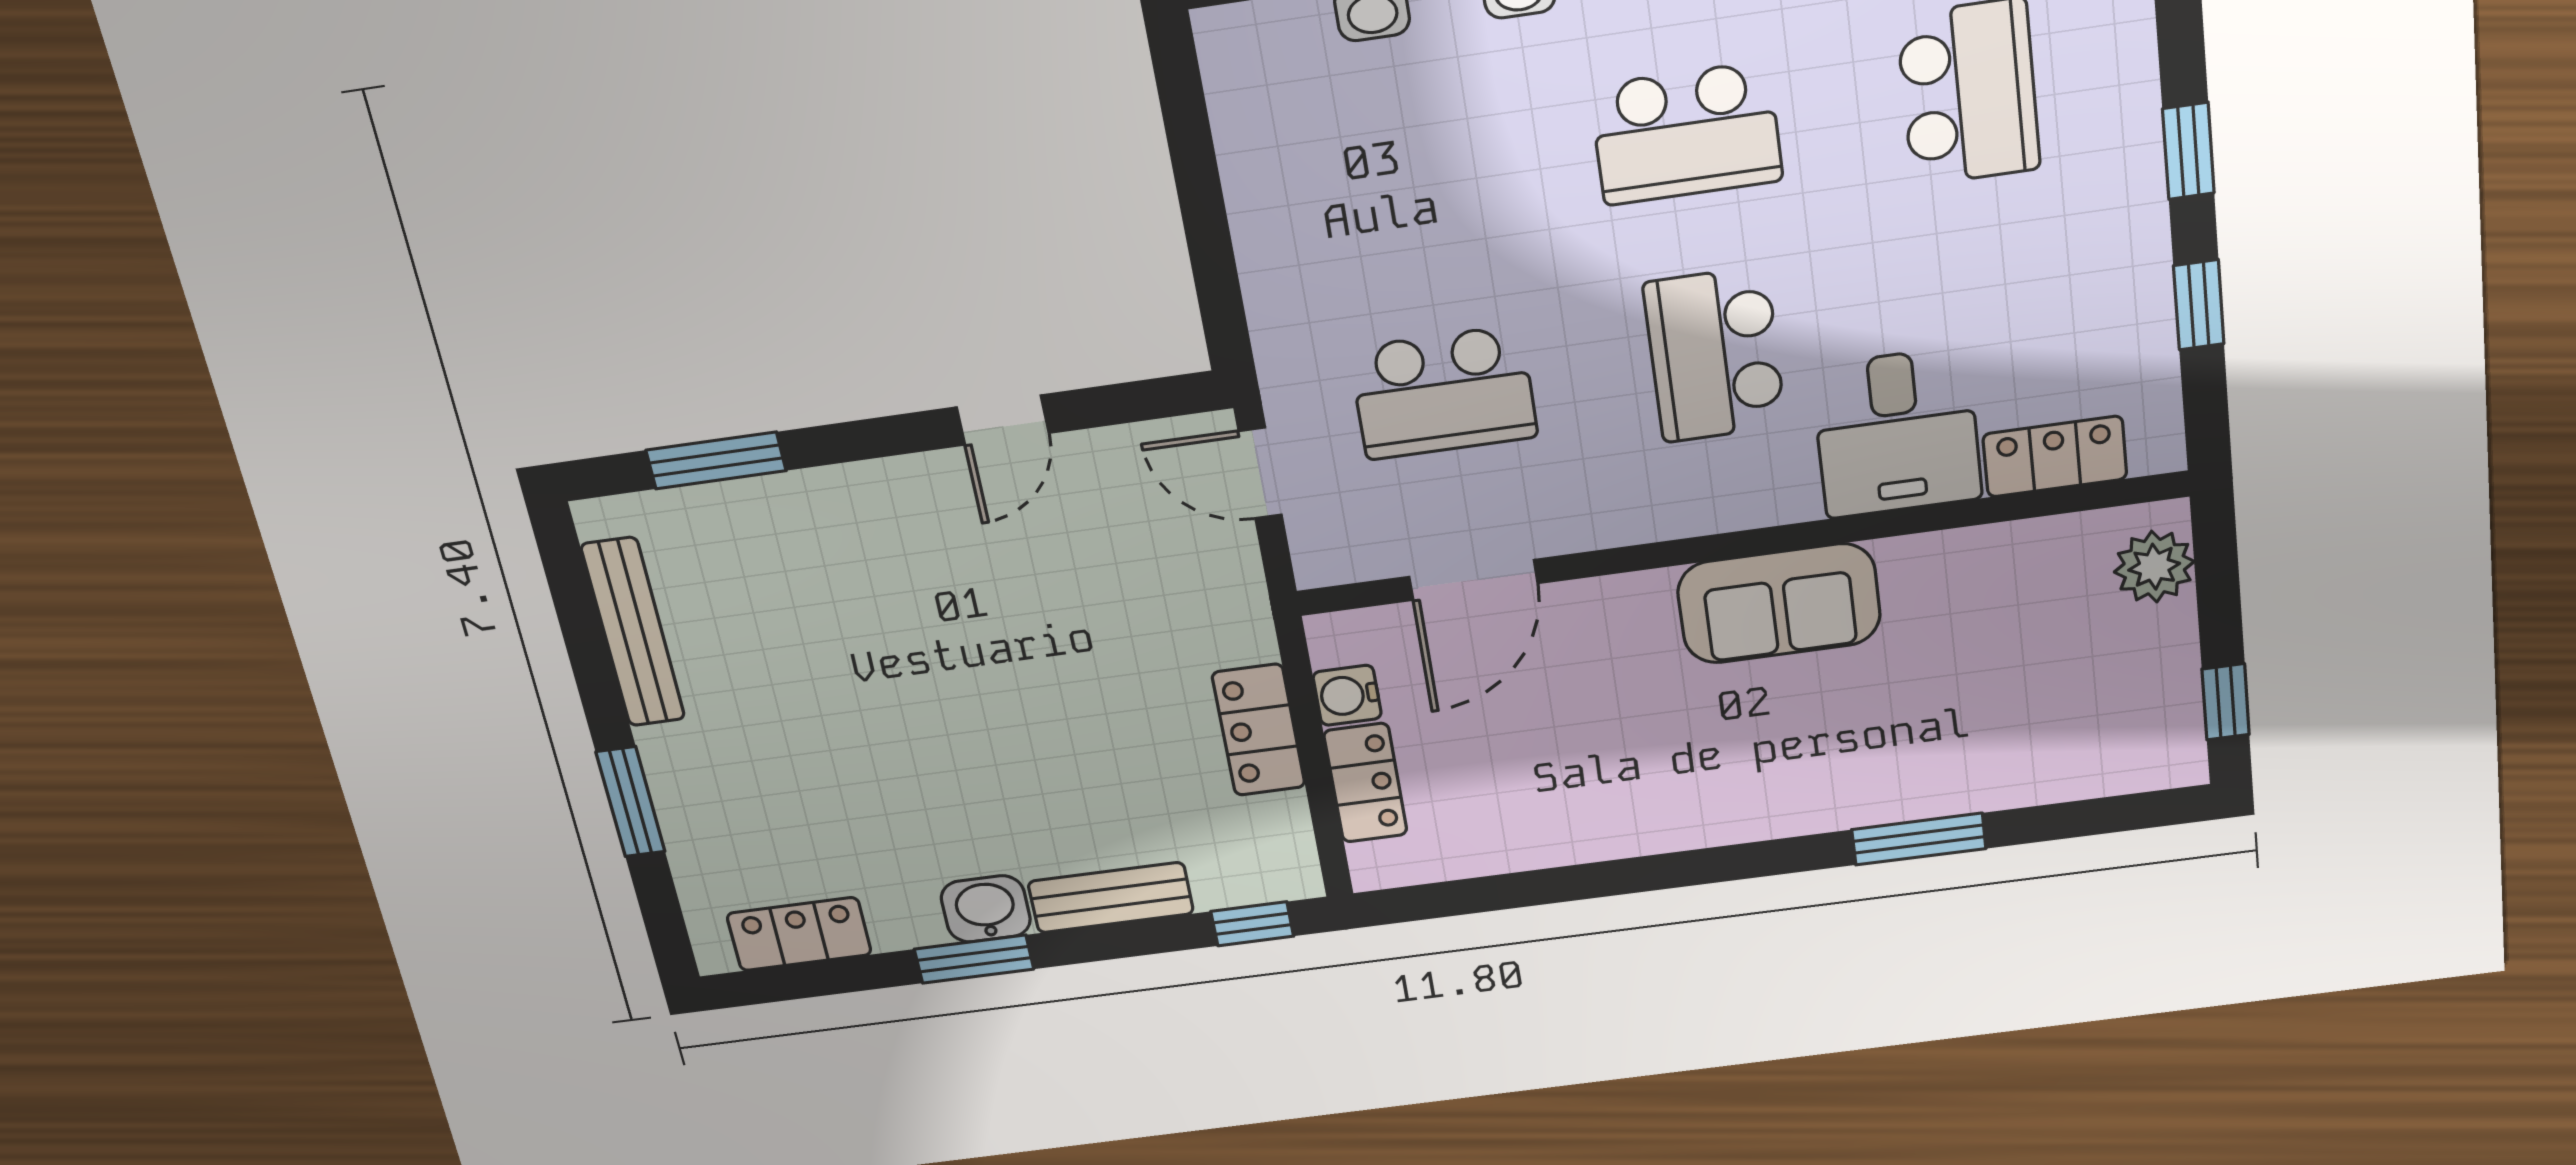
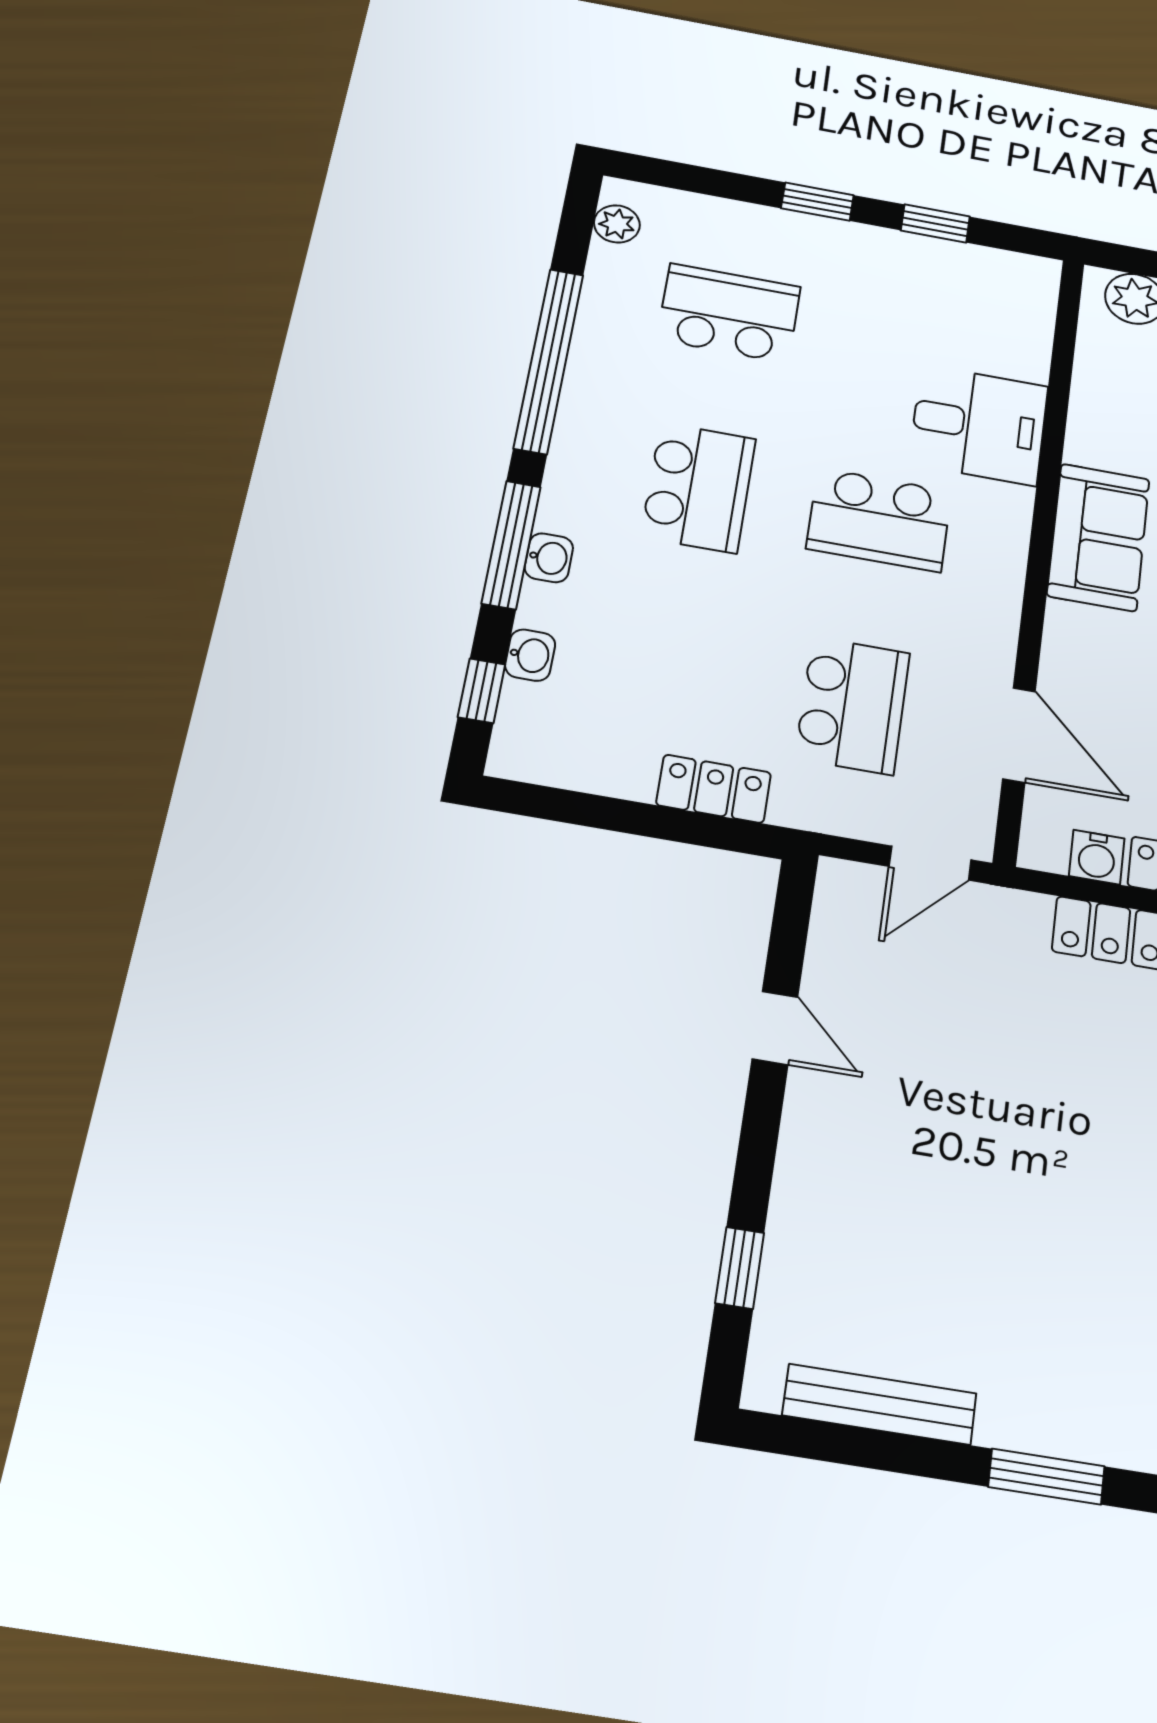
locker: (2055, 456) -> (714, 789), moved, turned 90
window: (716, 460) -> (740, 1268), width x0.67
door: (1260, 473) -> (930, 863), moved

